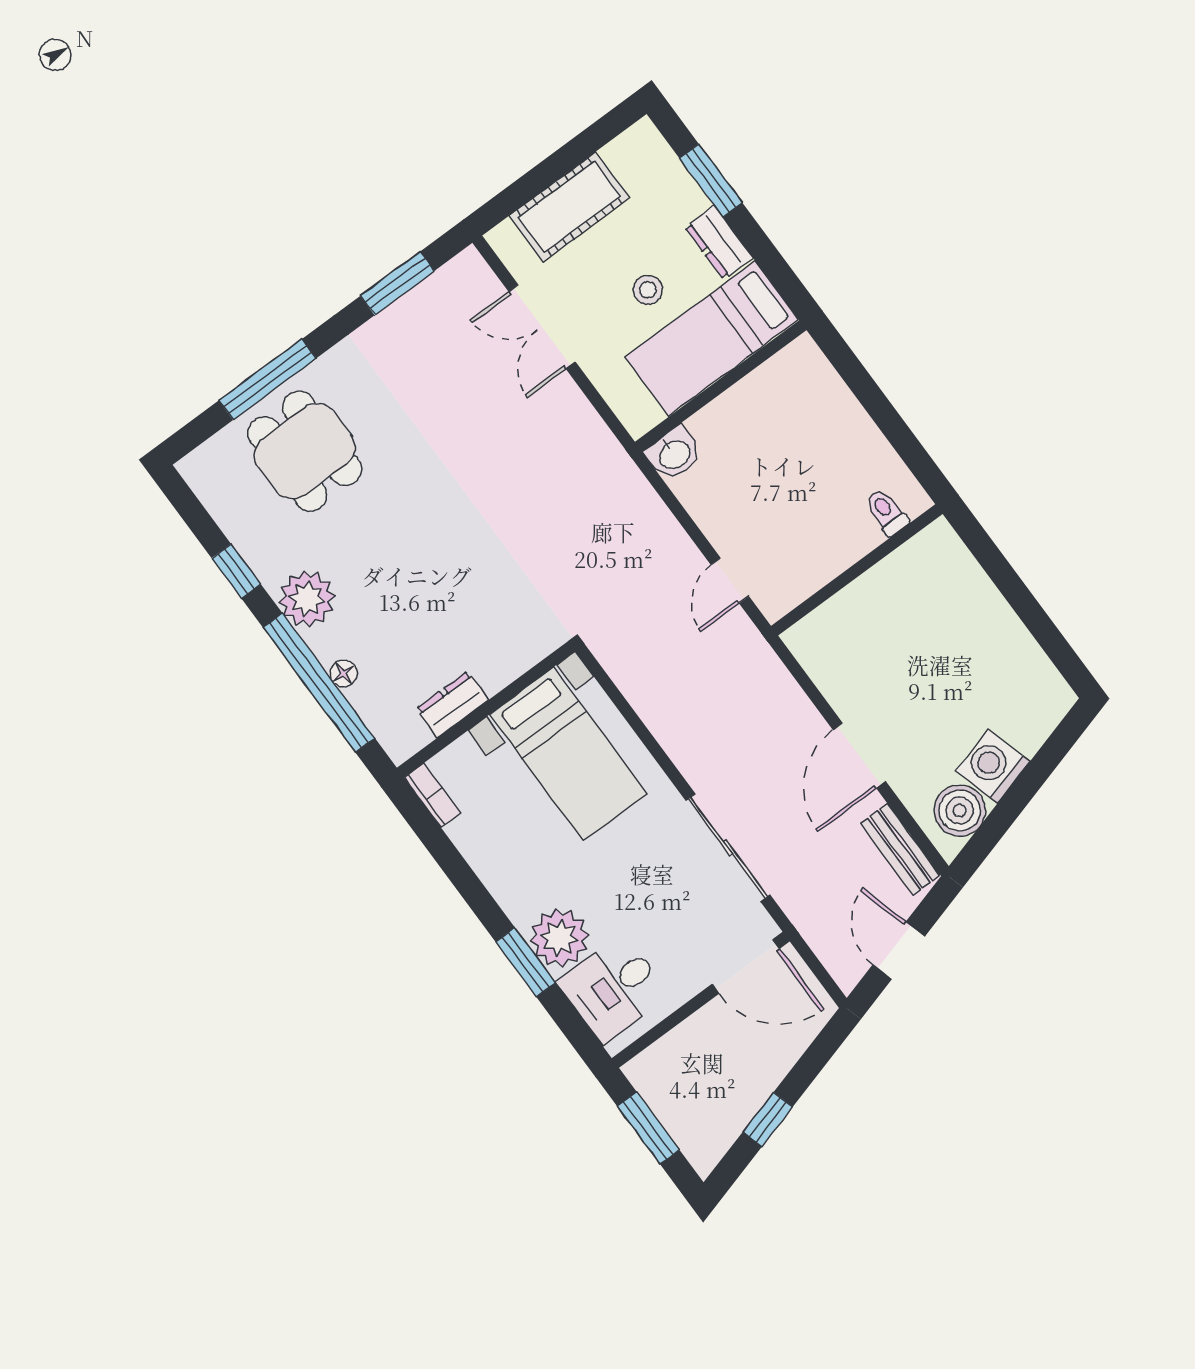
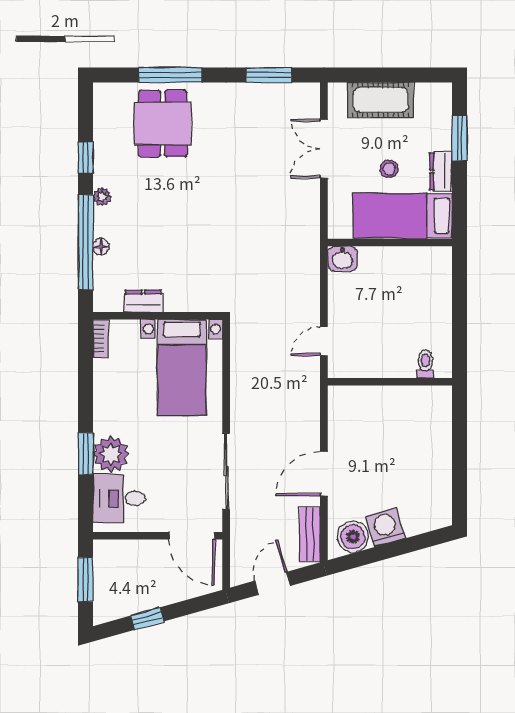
plant: (307, 599) -> (102, 197), width x0.53, depth x0.53

